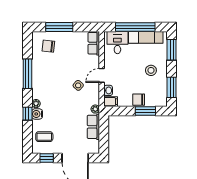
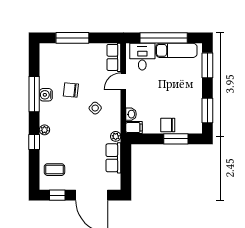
chair: (48, 46) -> (71, 90), moved
stool: (151, 70) -> (183, 90), removed
door: (102, 75) -> (123, 81), moved
water cooler: (37, 114) -> (46, 95), moved

